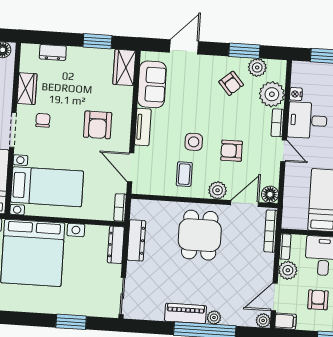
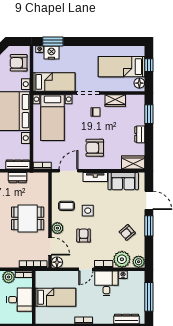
window: (97, 41) -> (149, 114), moved
window: (244, 51) -> (149, 226), moved
dresser: (53, 52) -> (140, 134), moved
plant: (257, 67) -> (139, 262), moved
dresser: (136, 240) -> (18, 178), width x0.70

